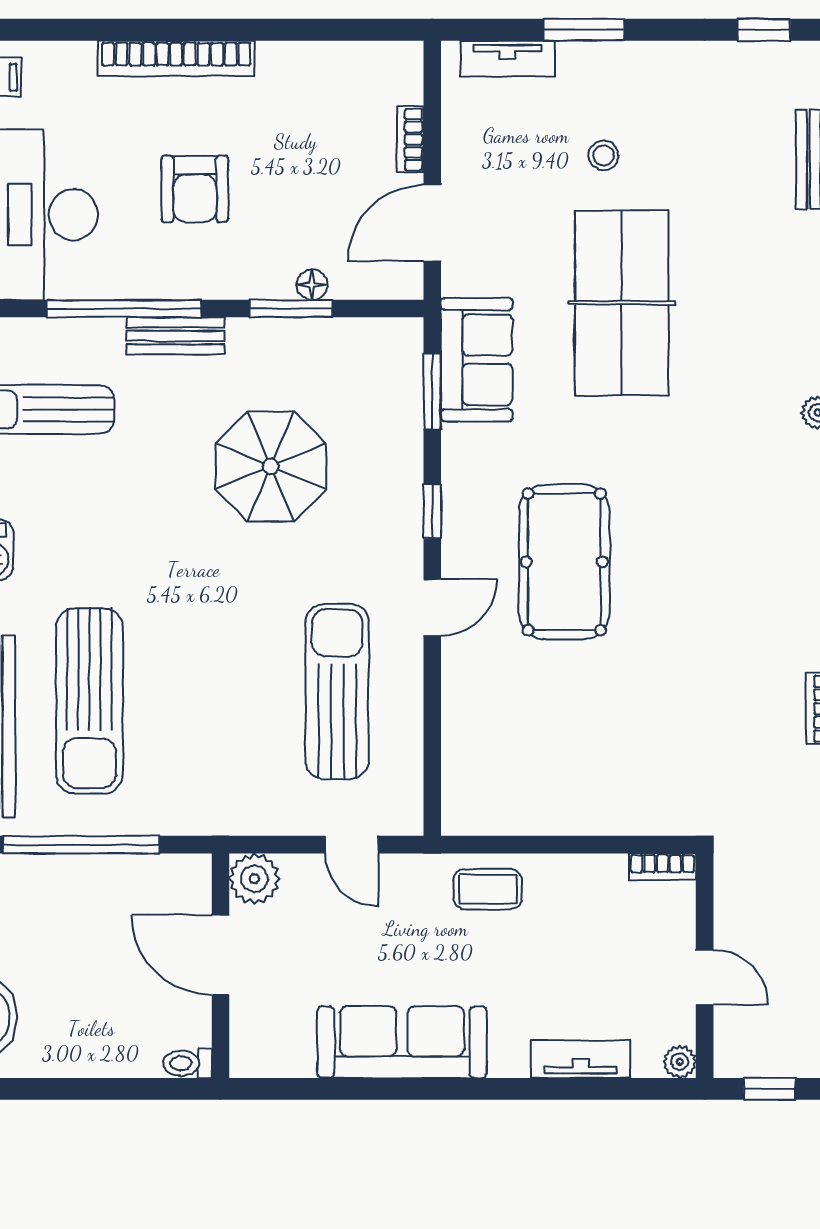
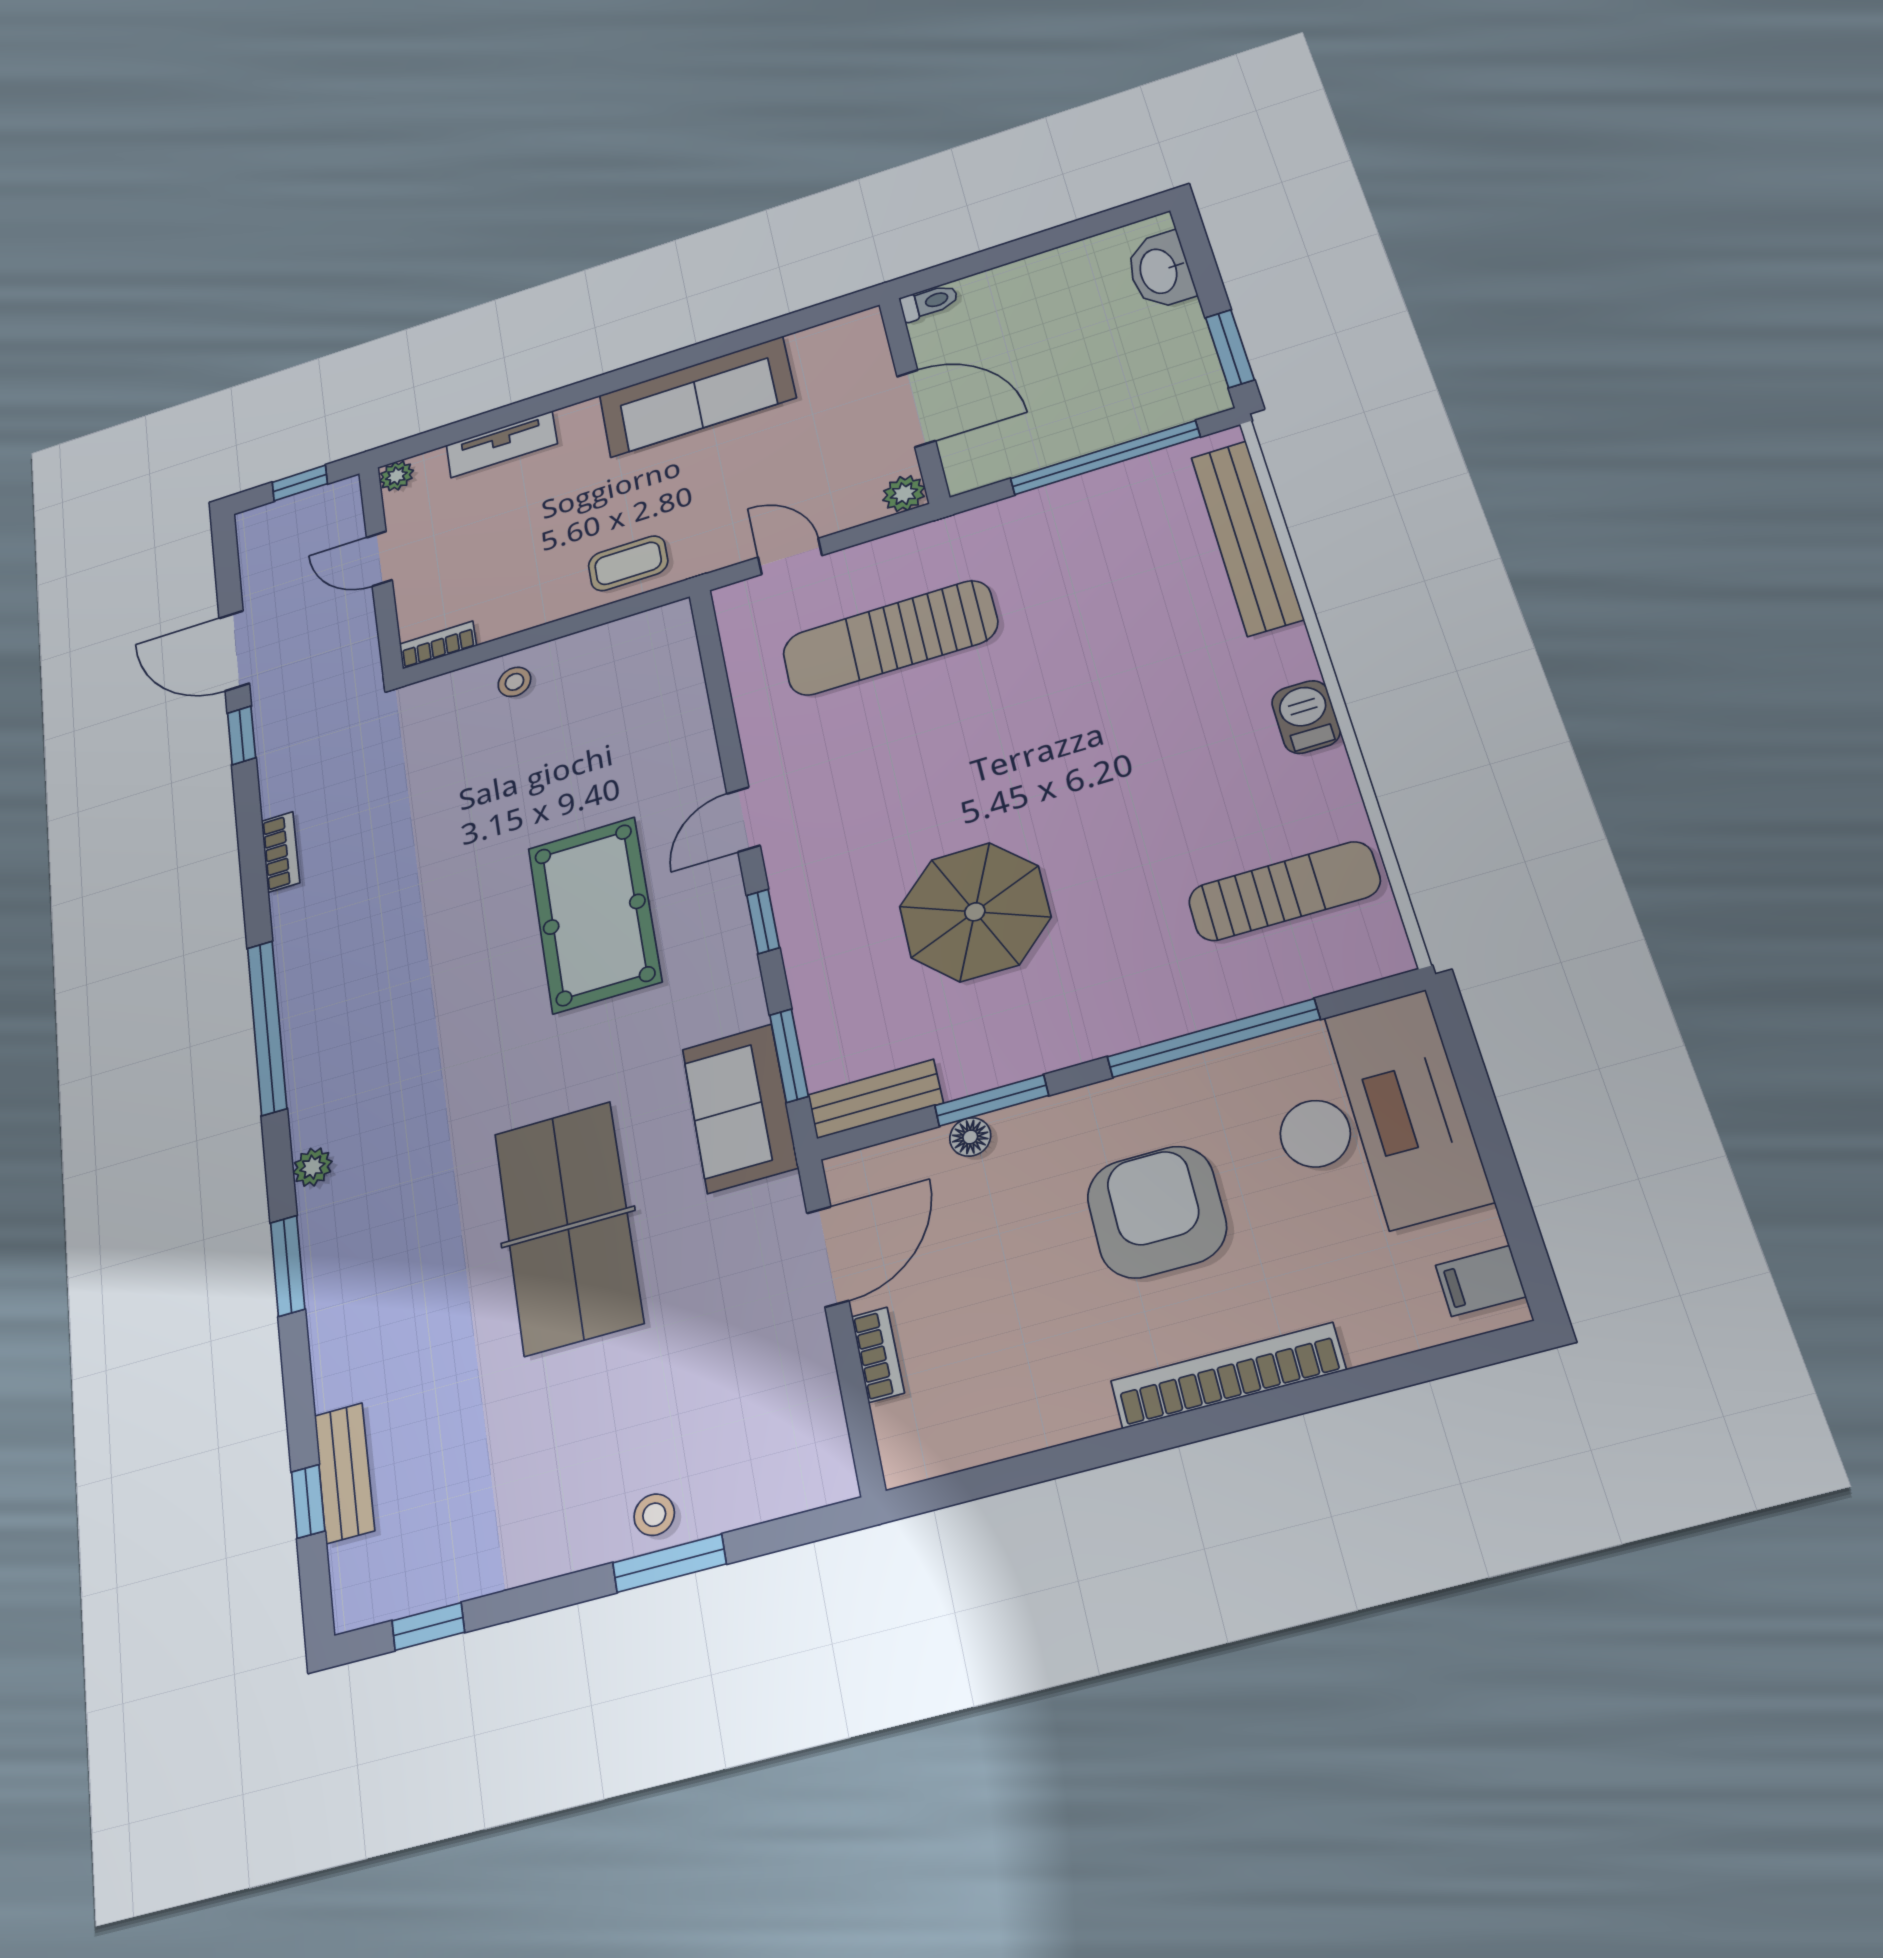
tv unit: (508, 59) -> (766, 1497), removed
stool: (604, 155) -> (654, 1515), moved
armchair: (195, 189) -> (1157, 1212), width x1.36, depth x1.36
bench: (176, 336) -> (875, 1099), moved
sun lounger: (337, 692) -> (890, 638), moved, turned 90
sun lounger: (89, 701) -> (1135, 599), removed
stool: (601, 805) -> (514, 682), added
plant: (254, 879) -> (904, 494), width x0.73, depth x0.73

